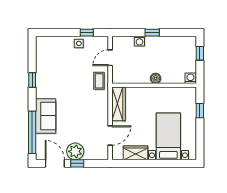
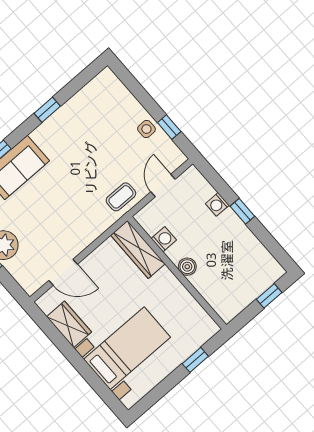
door: (110, 58) -> (163, 185), hinge flipped
washing machine: (190, 78) -> (164, 239), moved
wardrobe: (118, 104) -> (138, 250), moved, turned 90

